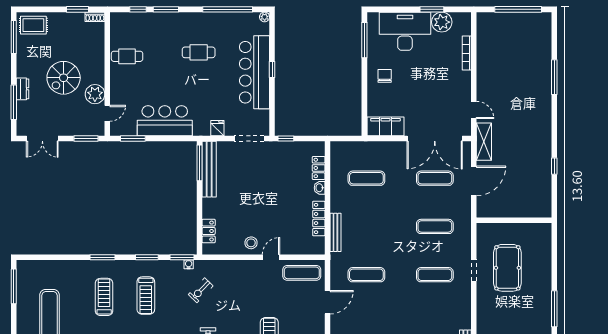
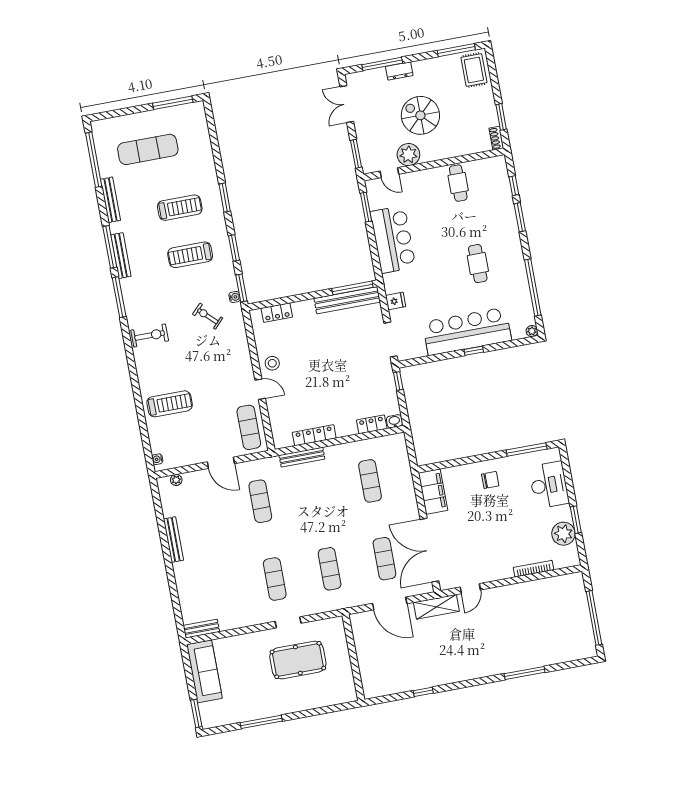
desk: (405, 31) -> (549, 485), width x0.73, depth x0.77
washbasin: (320, 188) -> (394, 421), moved

